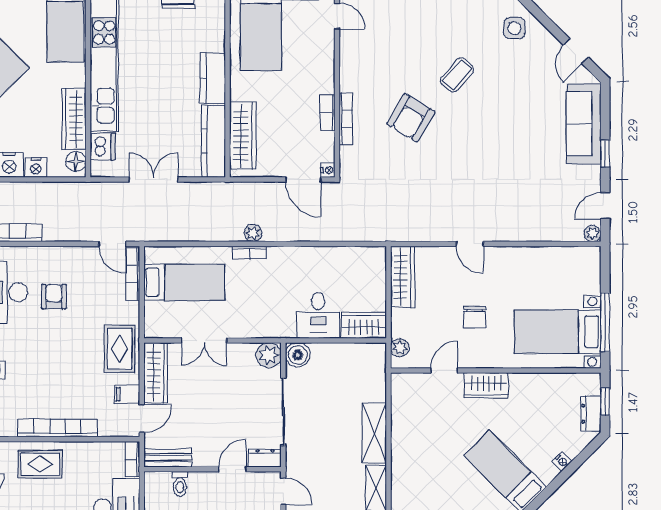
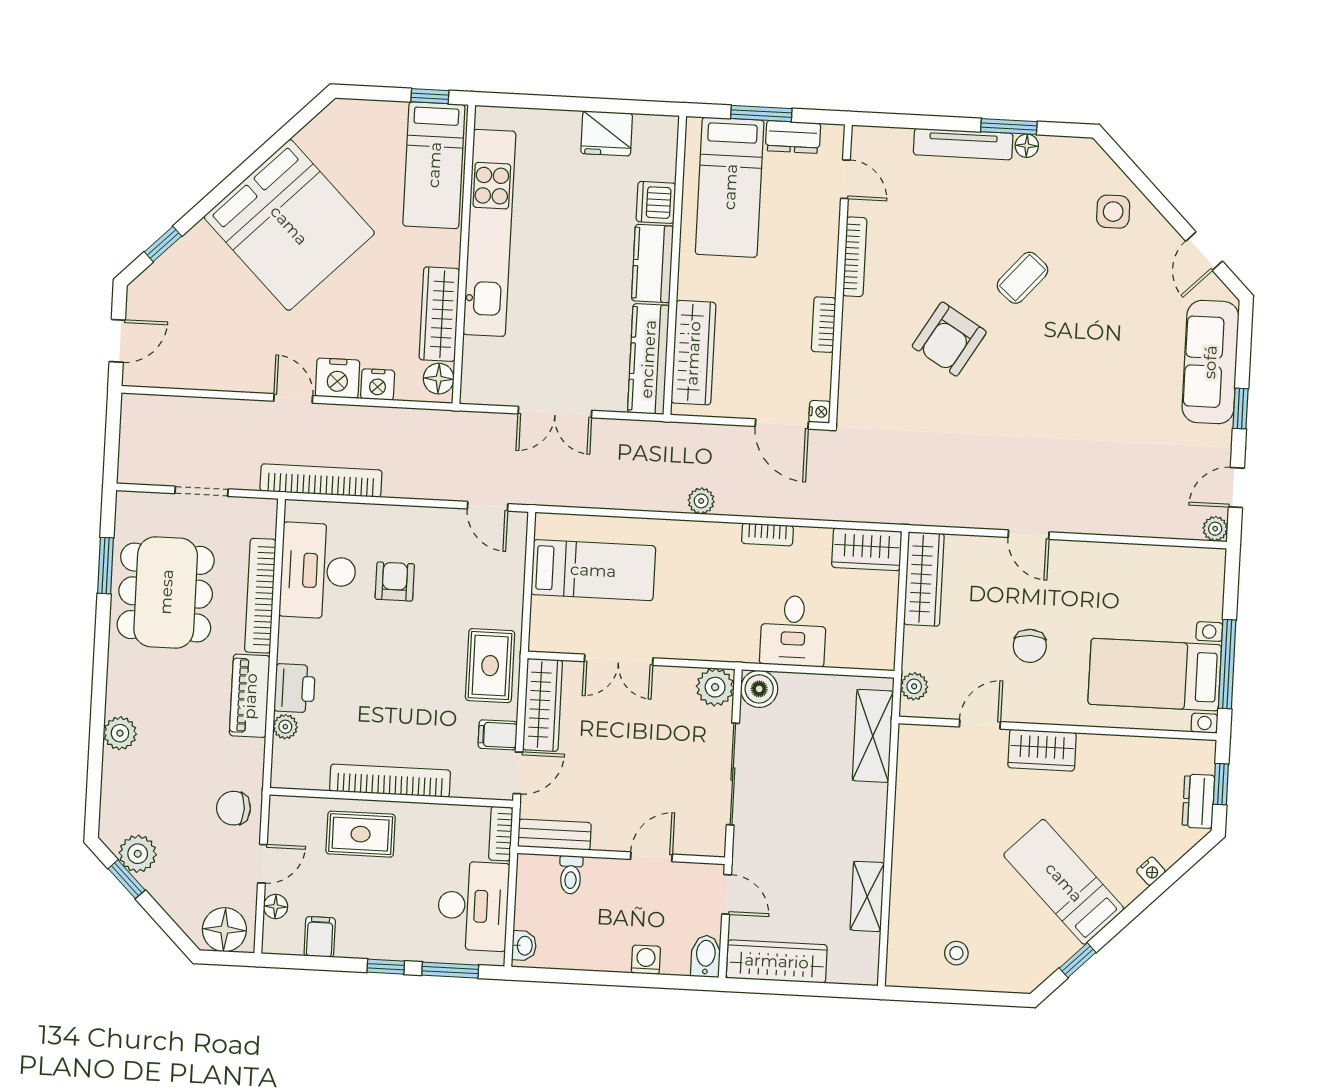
bookcase: (346, 119) -> (855, 257), moved
dishwasher: (103, 146) -> (656, 202), moved, turned 180
double door: (154, 180) -> (555, 412), swing flipped
bookcase: (249, 253) -> (767, 534), moved
bookcase: (133, 274) -> (516, 553), removed
wardrobe: (364, 325) -> (867, 549), moved, turned 180
shelving: (374, 433) -> (873, 736), moved
dresser: (265, 458) -> (701, 842), removed

